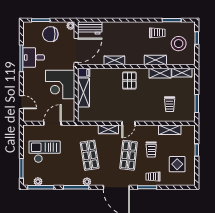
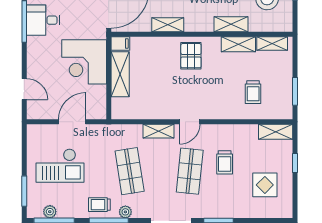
shelving: (170, 130) -> (276, 132), moved
checkout: (45, 152) -> (60, 166), turned 180
trolley: (153, 177) -> (99, 205), moved

